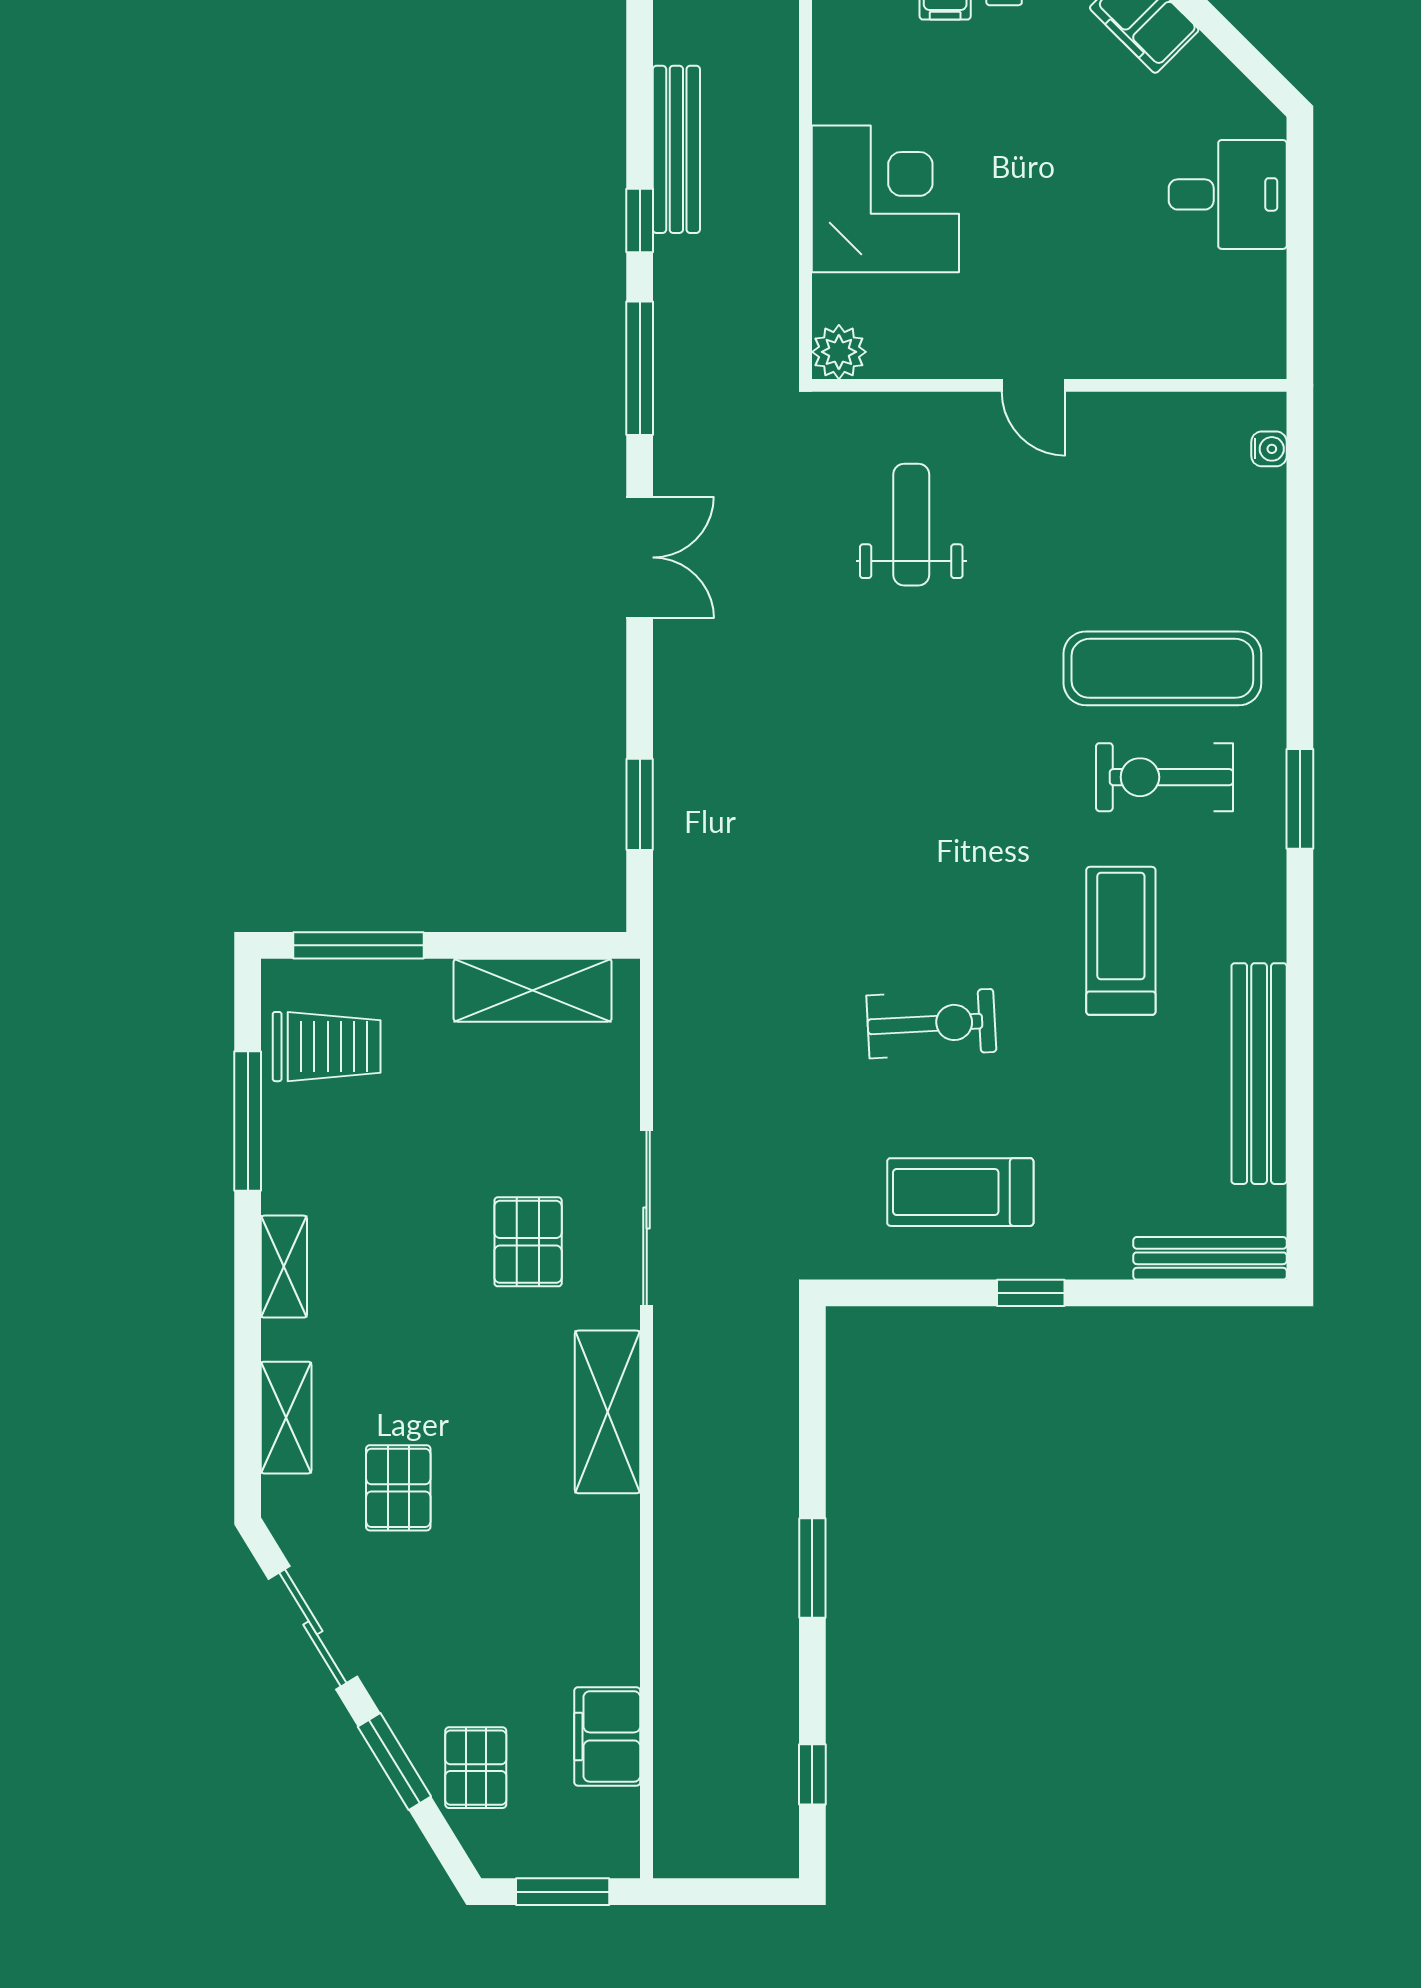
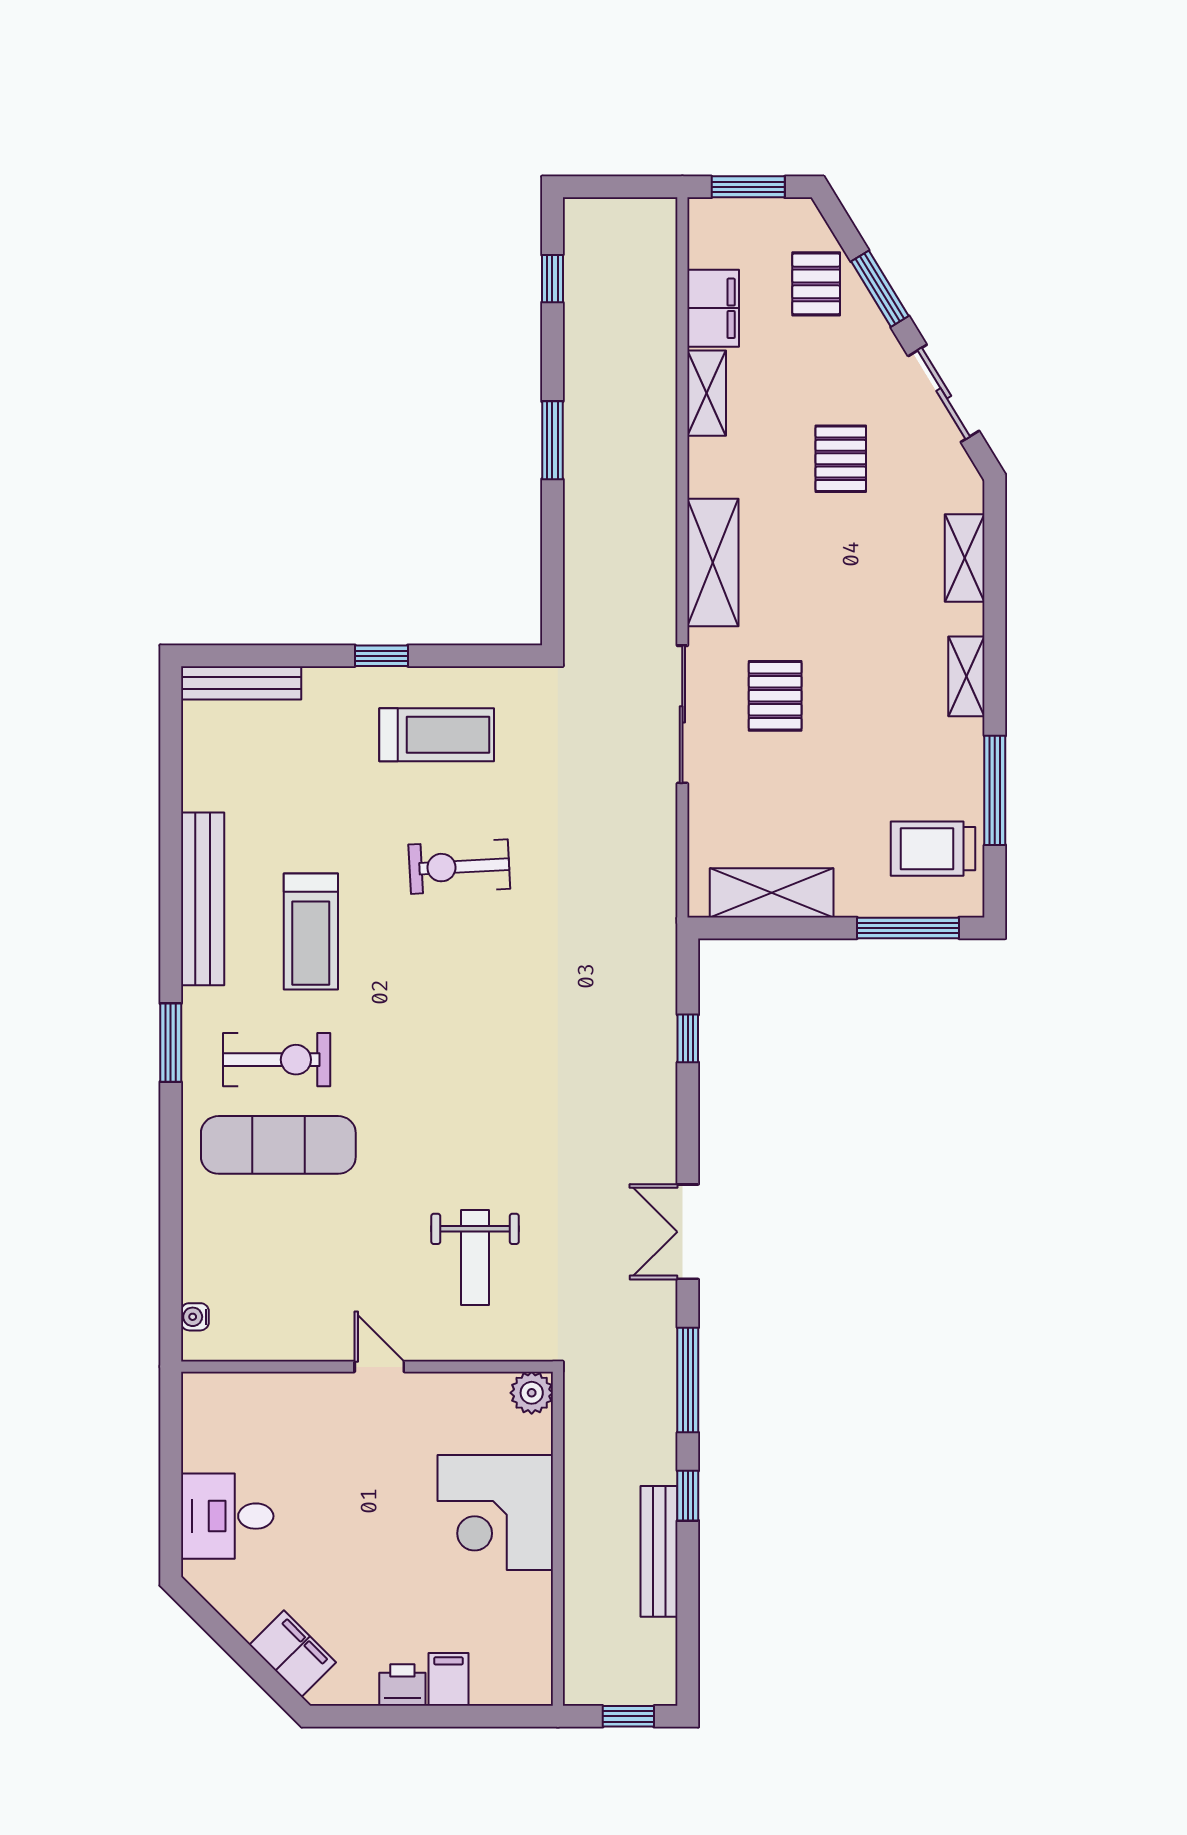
window: (640, 804) -> (688, 1038), width x0.67
bench: (1259, 1074) -> (203, 899), moved
pallet: (398, 1488) -> (841, 459), moved
shelving: (616, 1628) -> (707, 393), added

